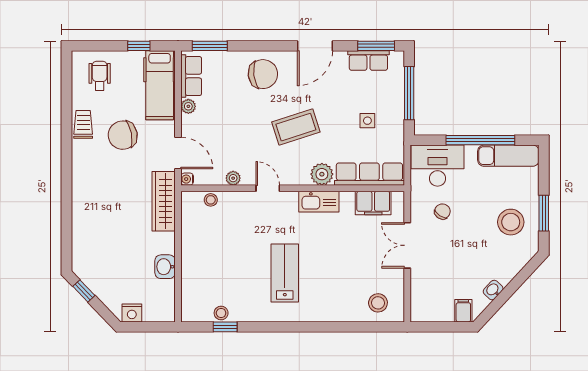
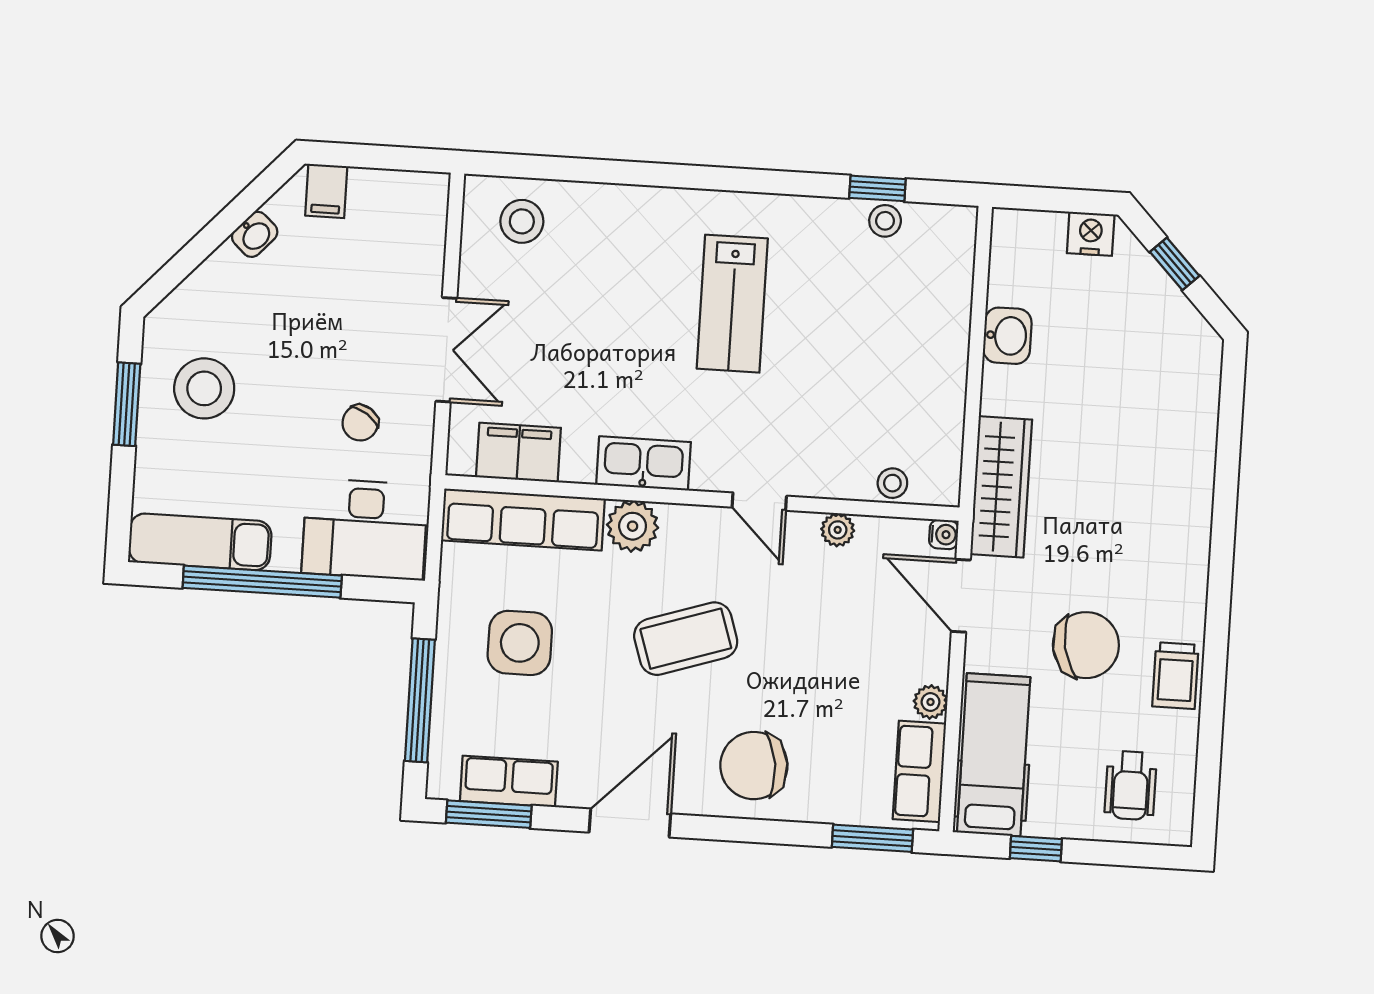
side table: (367, 121) -> (520, 643), width x1.87, depth x1.87
window: (84, 291) -> (1175, 264), moved

